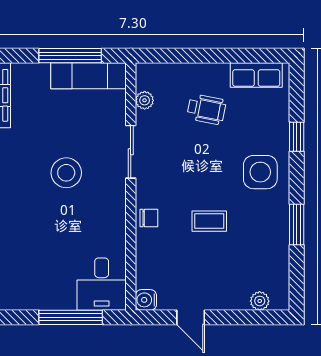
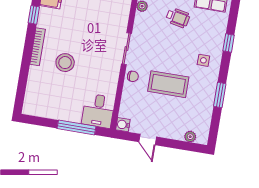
sliding door: (131, 152) -> (126, 49), moved
side table: (260, 172) -> (203, 60), width x0.54, depth x0.54
stool: (66, 173) -> (65, 63), moved
coffee table: (209, 221) -> (168, 84), width x1.86, depth x1.72

